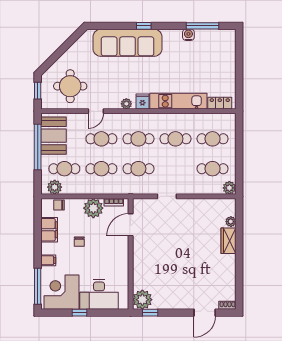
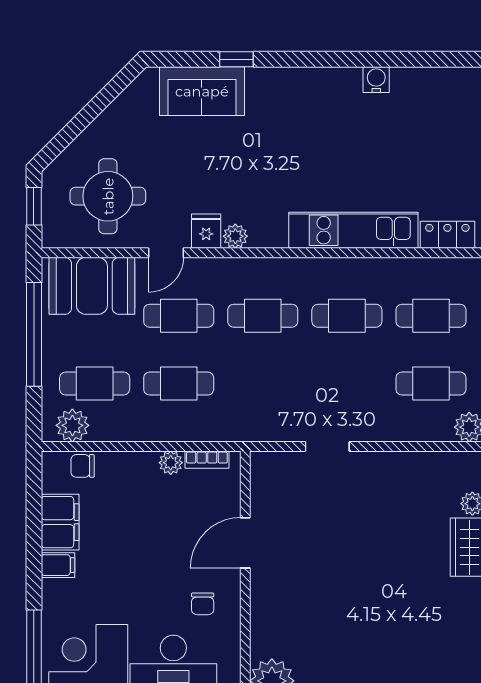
window: (144, 26) -> (236, 59), moved
window: (203, 26) -> (408, 59), removed
sofa: (127, 43) -> (202, 91), width x0.54, depth x0.79
fridge: (142, 102) -> (206, 231), moved
booth: (53, 136) -> (92, 286), moved, turned 90
cafe table: (138, 169) -> (263, 384), removed
plant: (93, 208) -> (171, 463), width x0.53, depth x0.53
door: (131, 225) -> (245, 543), moved
chair: (79, 242) -> (203, 604), moved
filing cabinet: (48, 260) -> (58, 565), moved

